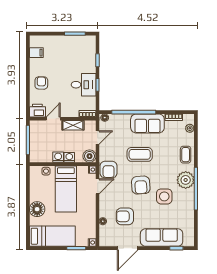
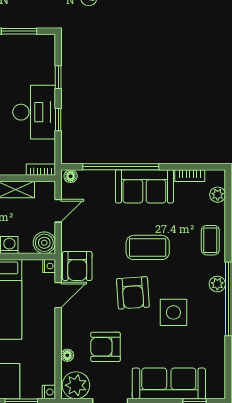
desk: (84, 85) -> (34, 112), width x1.37
coffee table: (140, 154) -> (148, 247), moved
plant: (186, 180) -> (217, 284), width x0.53, depth x0.53
plant: (108, 239) -> (76, 385), added

